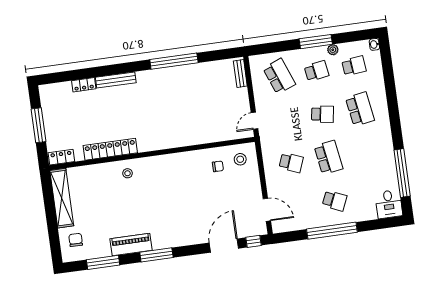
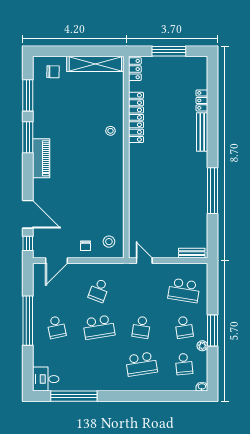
school desk: (279, 76) -> (184, 290), turned 30
chair: (218, 166) -> (86, 246), moved
school desk: (335, 201) -> (56, 327), turned -36
piano: (131, 245) -> (41, 158), moved
window: (156, 255) -> (28, 137), moved

